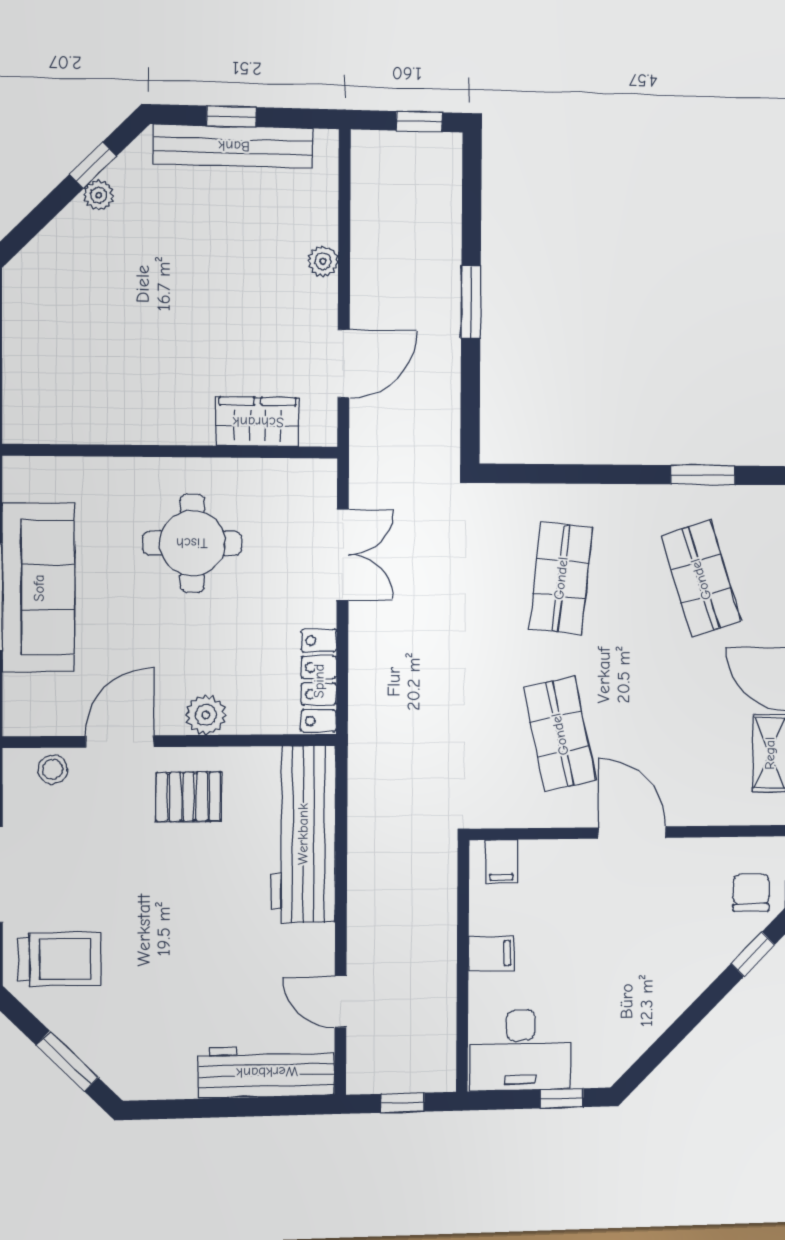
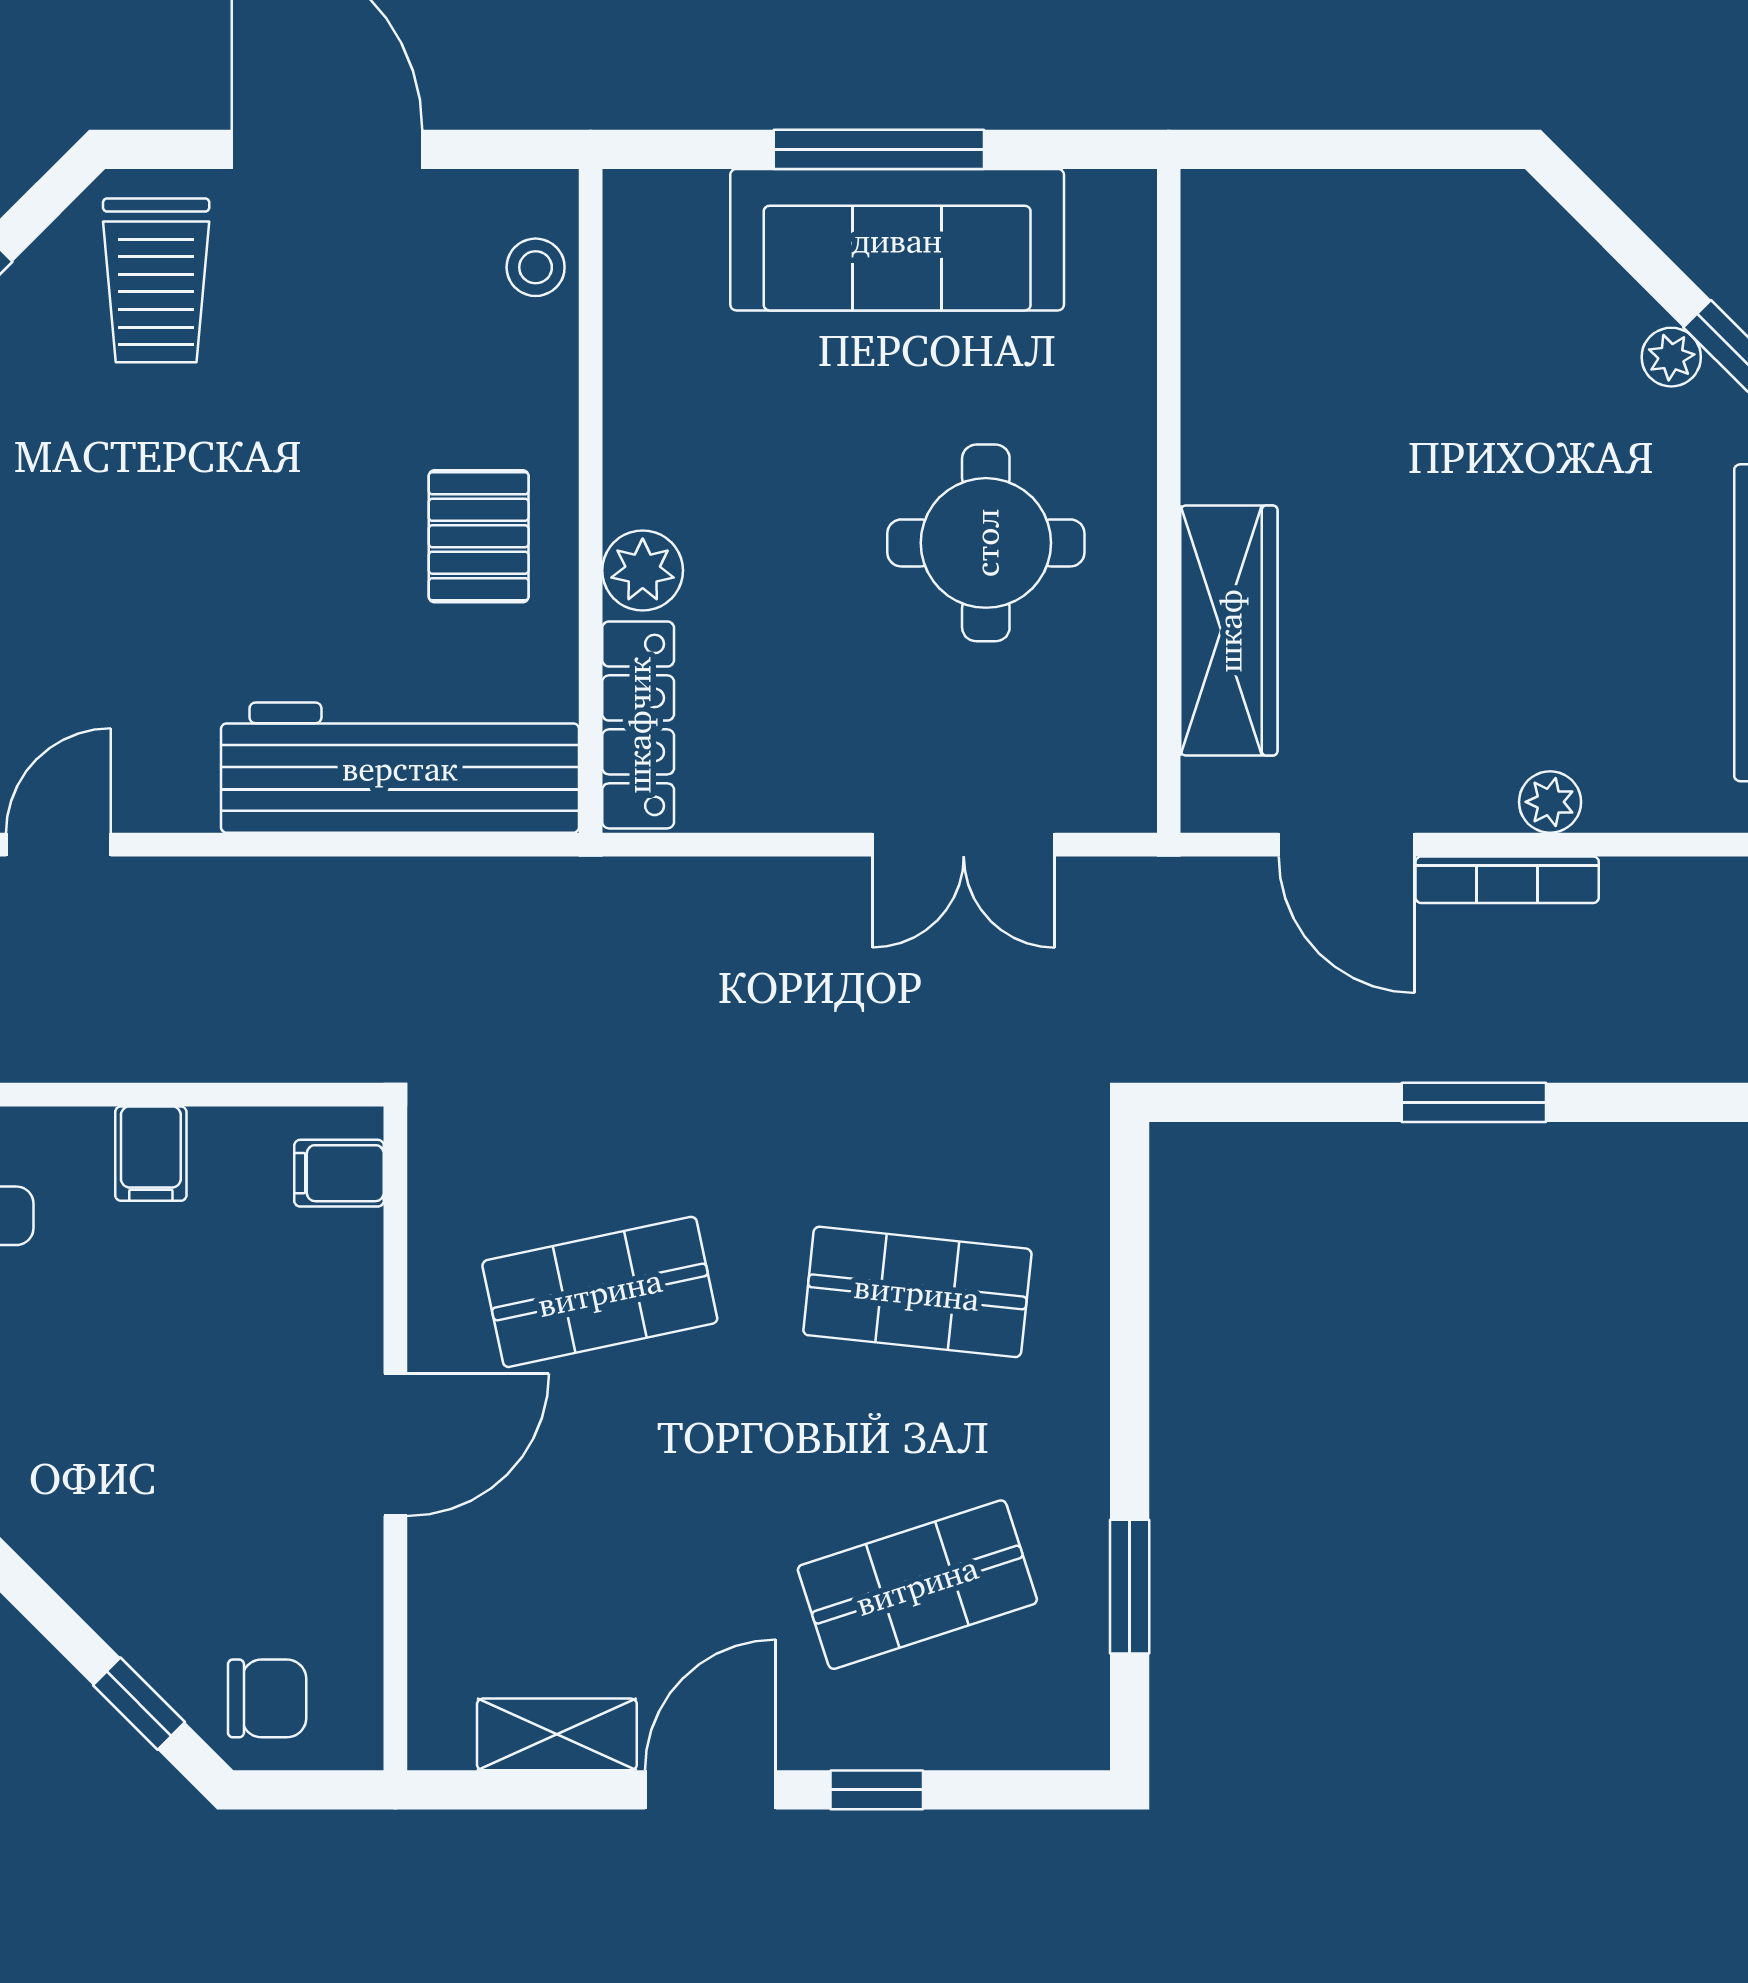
bookcase: (361, 284) -> (1507, 880), added
wardrobe: (258, 422) -> (1229, 631), width x1.50
locker: (319, 681) -> (638, 725), moved, turned 90
door: (120, 741) -> (591, 400), removed

